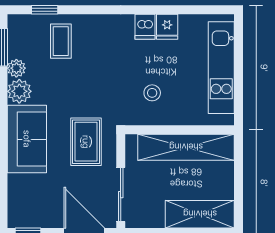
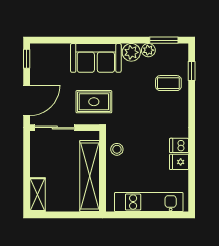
stool: (152, 93) -> (117, 149), moved
shelving: (200, 214) -> (38, 195), width x0.67, depth x0.75

